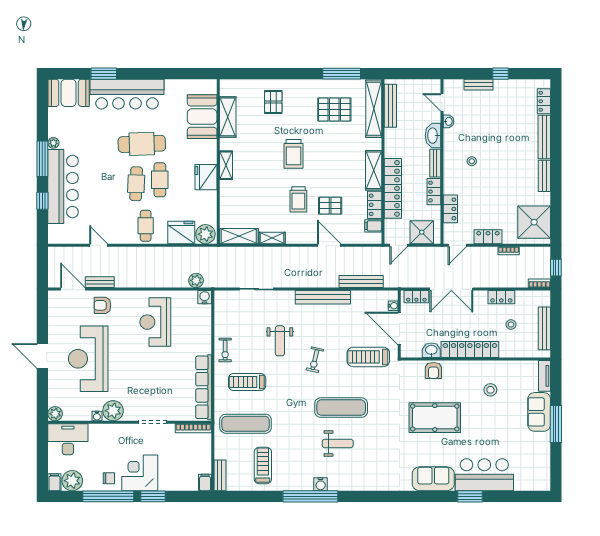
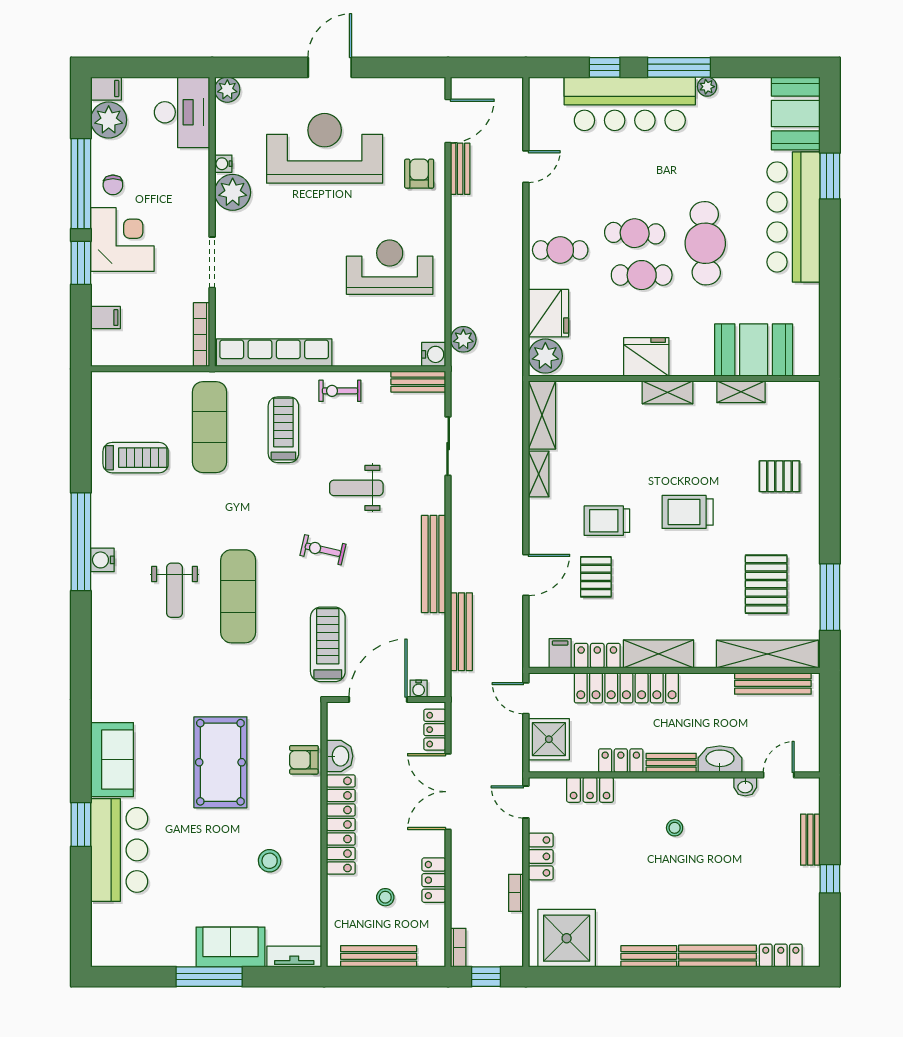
shelving: (228, 117) -> (741, 392), width x0.67, depth x0.75
bench: (220, 475) -> (418, 382), moved
filing cabinet: (205, 482) -> (105, 318), moved

